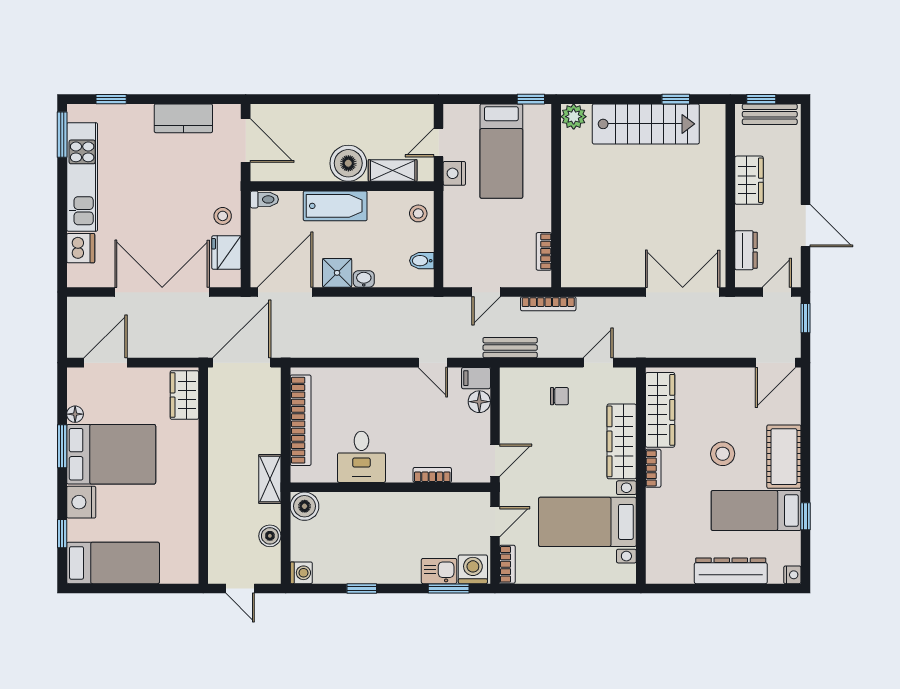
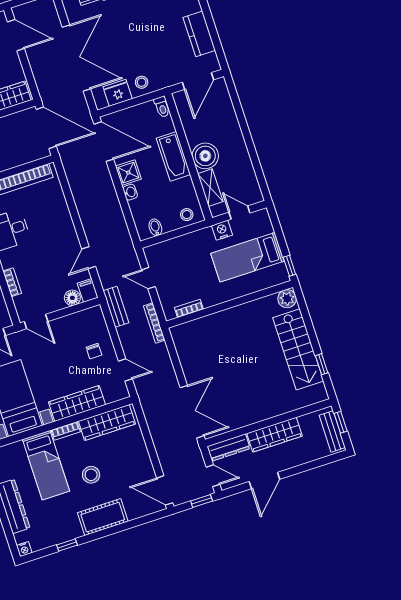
wardrobe: (749, 180) -> (275, 435), width x1.50
dresser: (746, 250) -> (229, 447), width x1.44
bed: (756, 510) -> (46, 465), moved, turned 180

